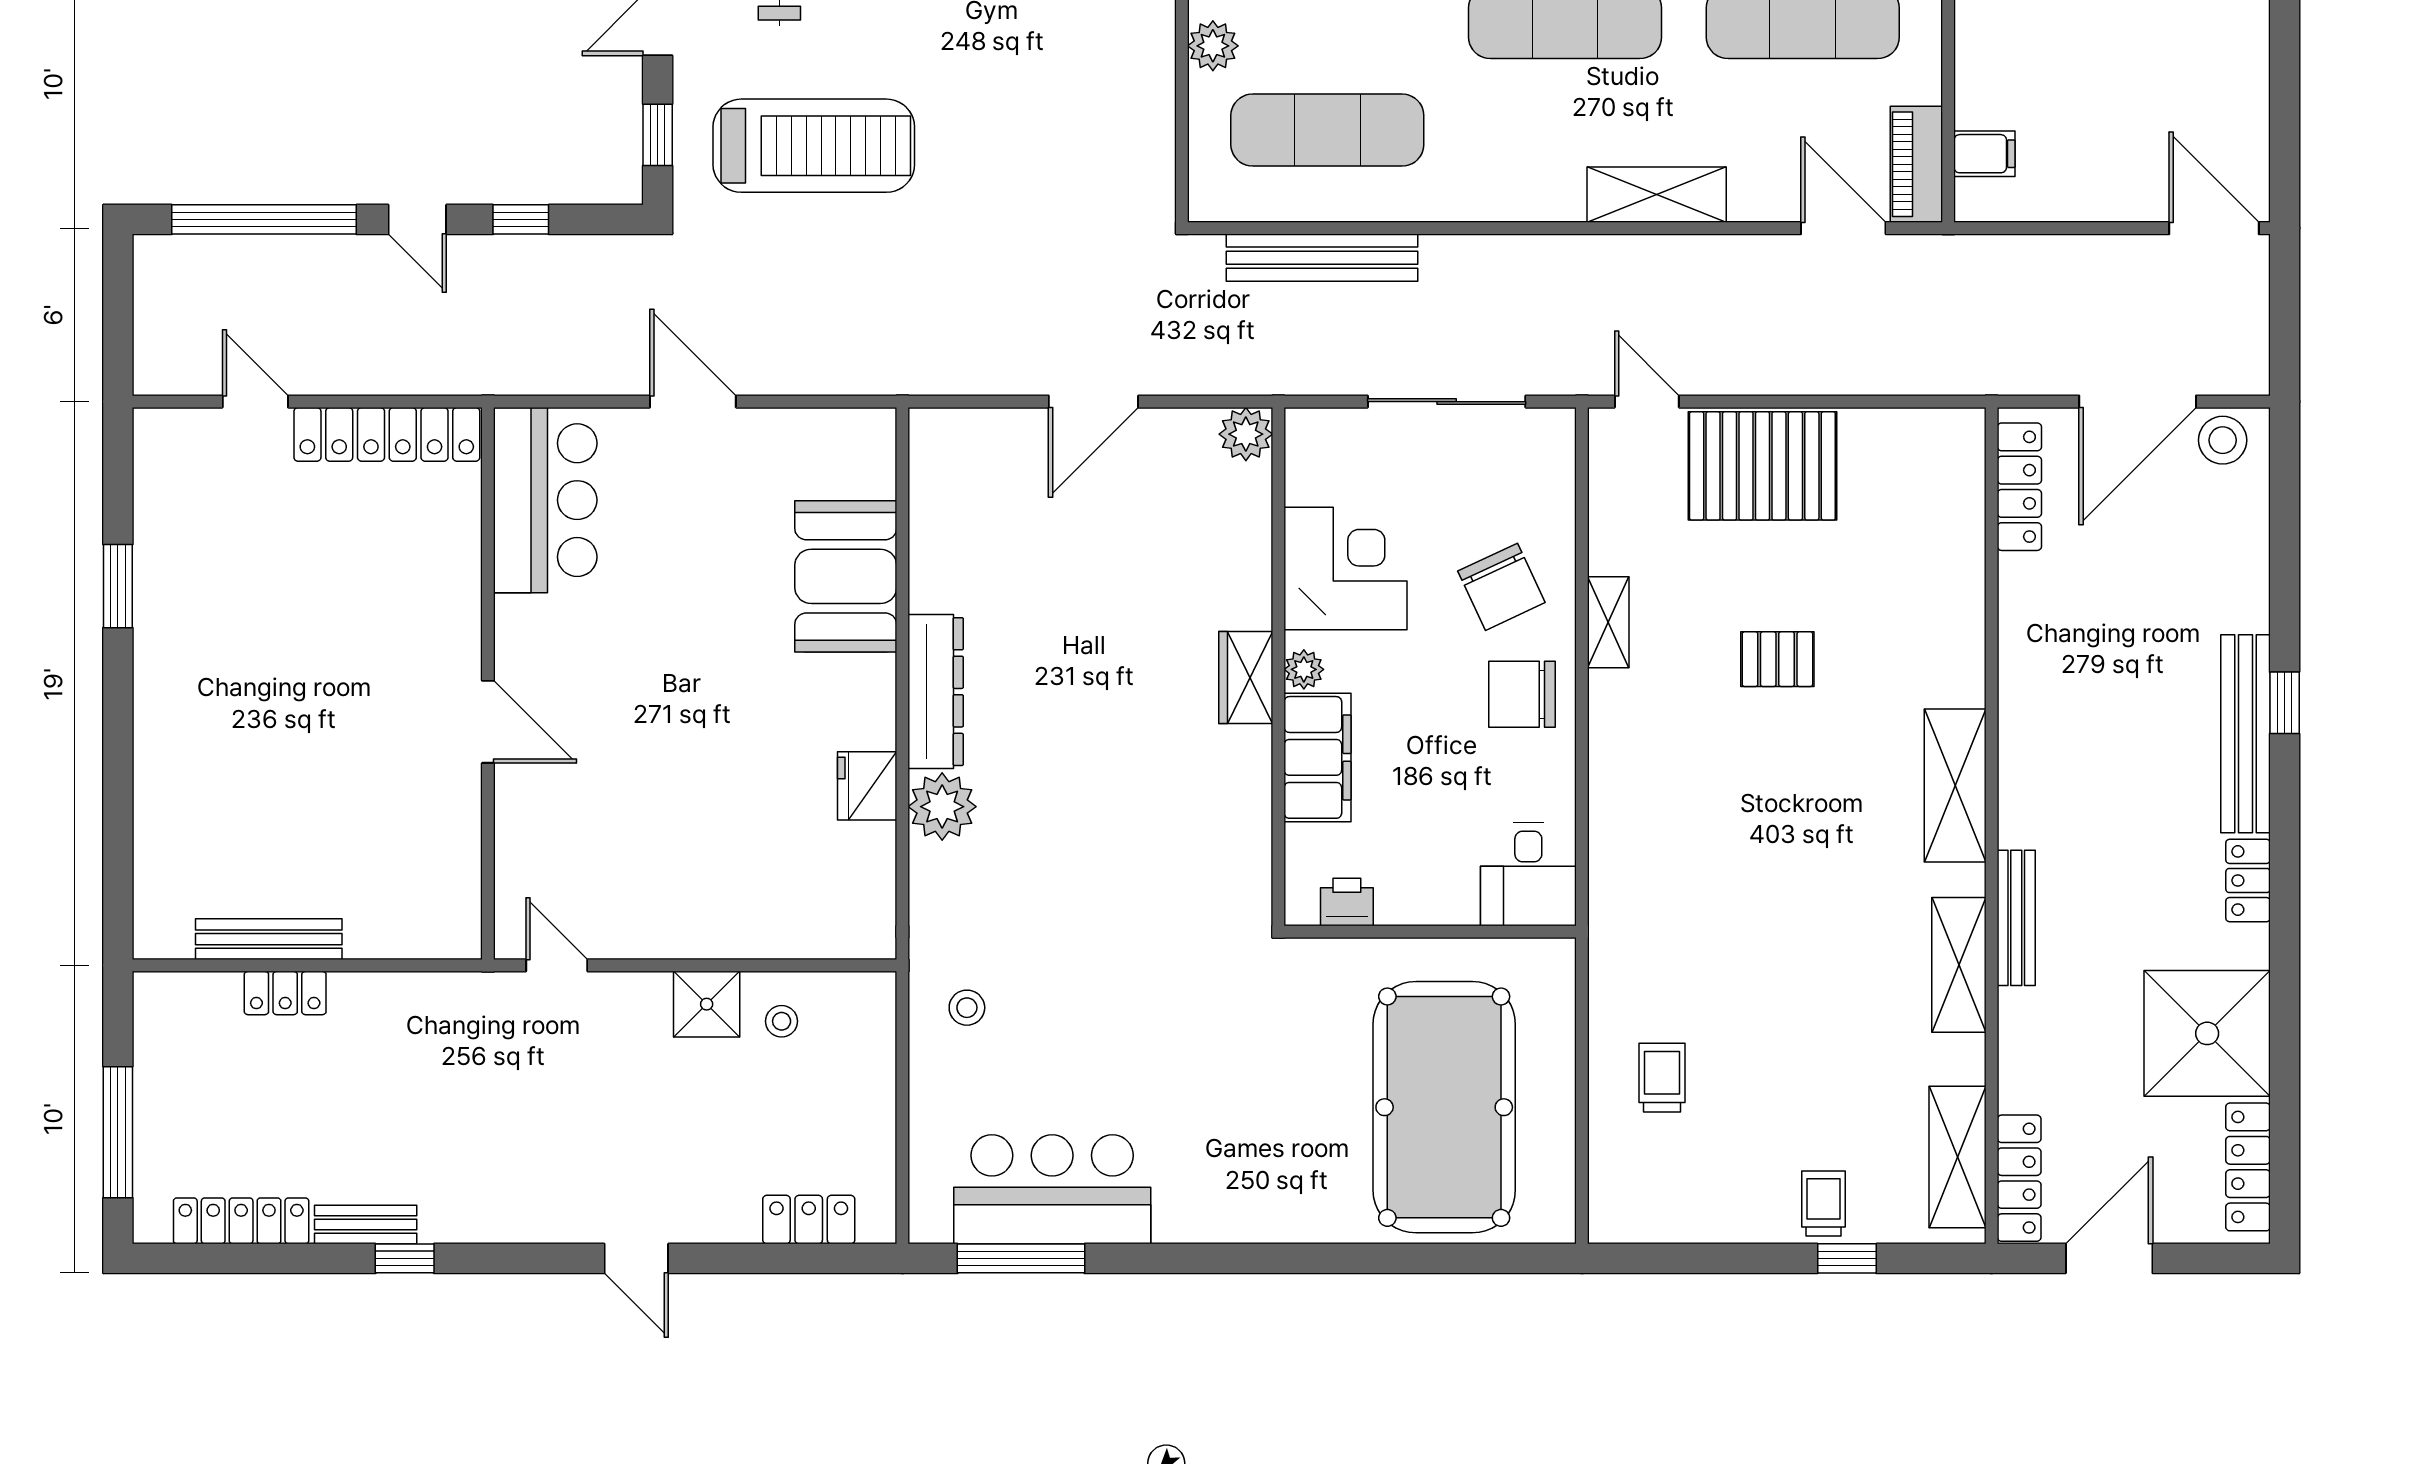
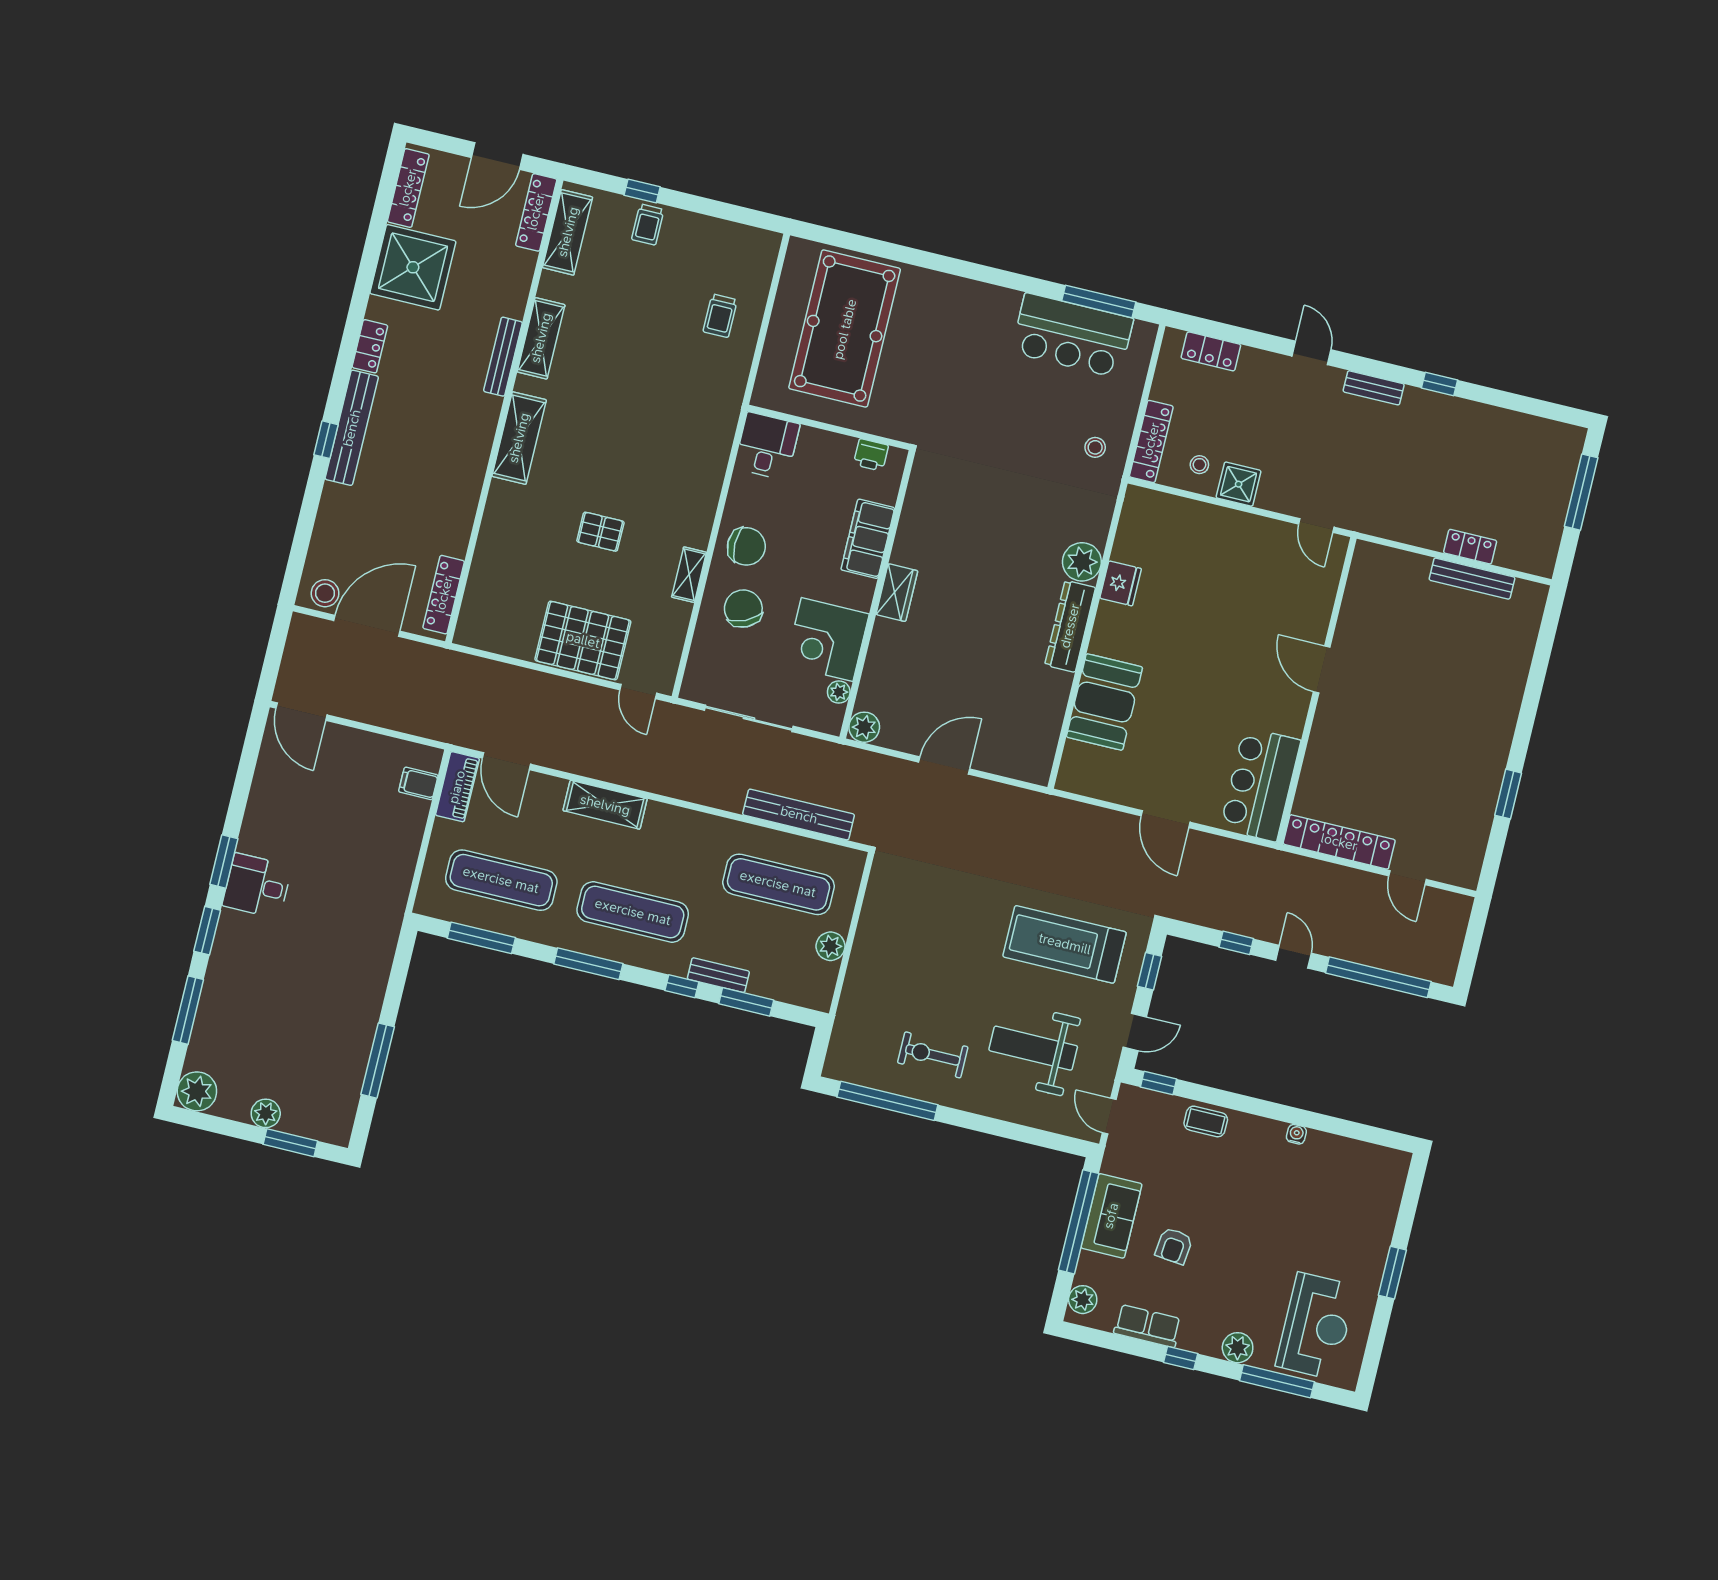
plant: (1304, 669) -> (839, 692), moved
locker: (241, 1221) -> (1151, 441), moved, turned -90
bench: (366, 1225) -> (1374, 388), moved

